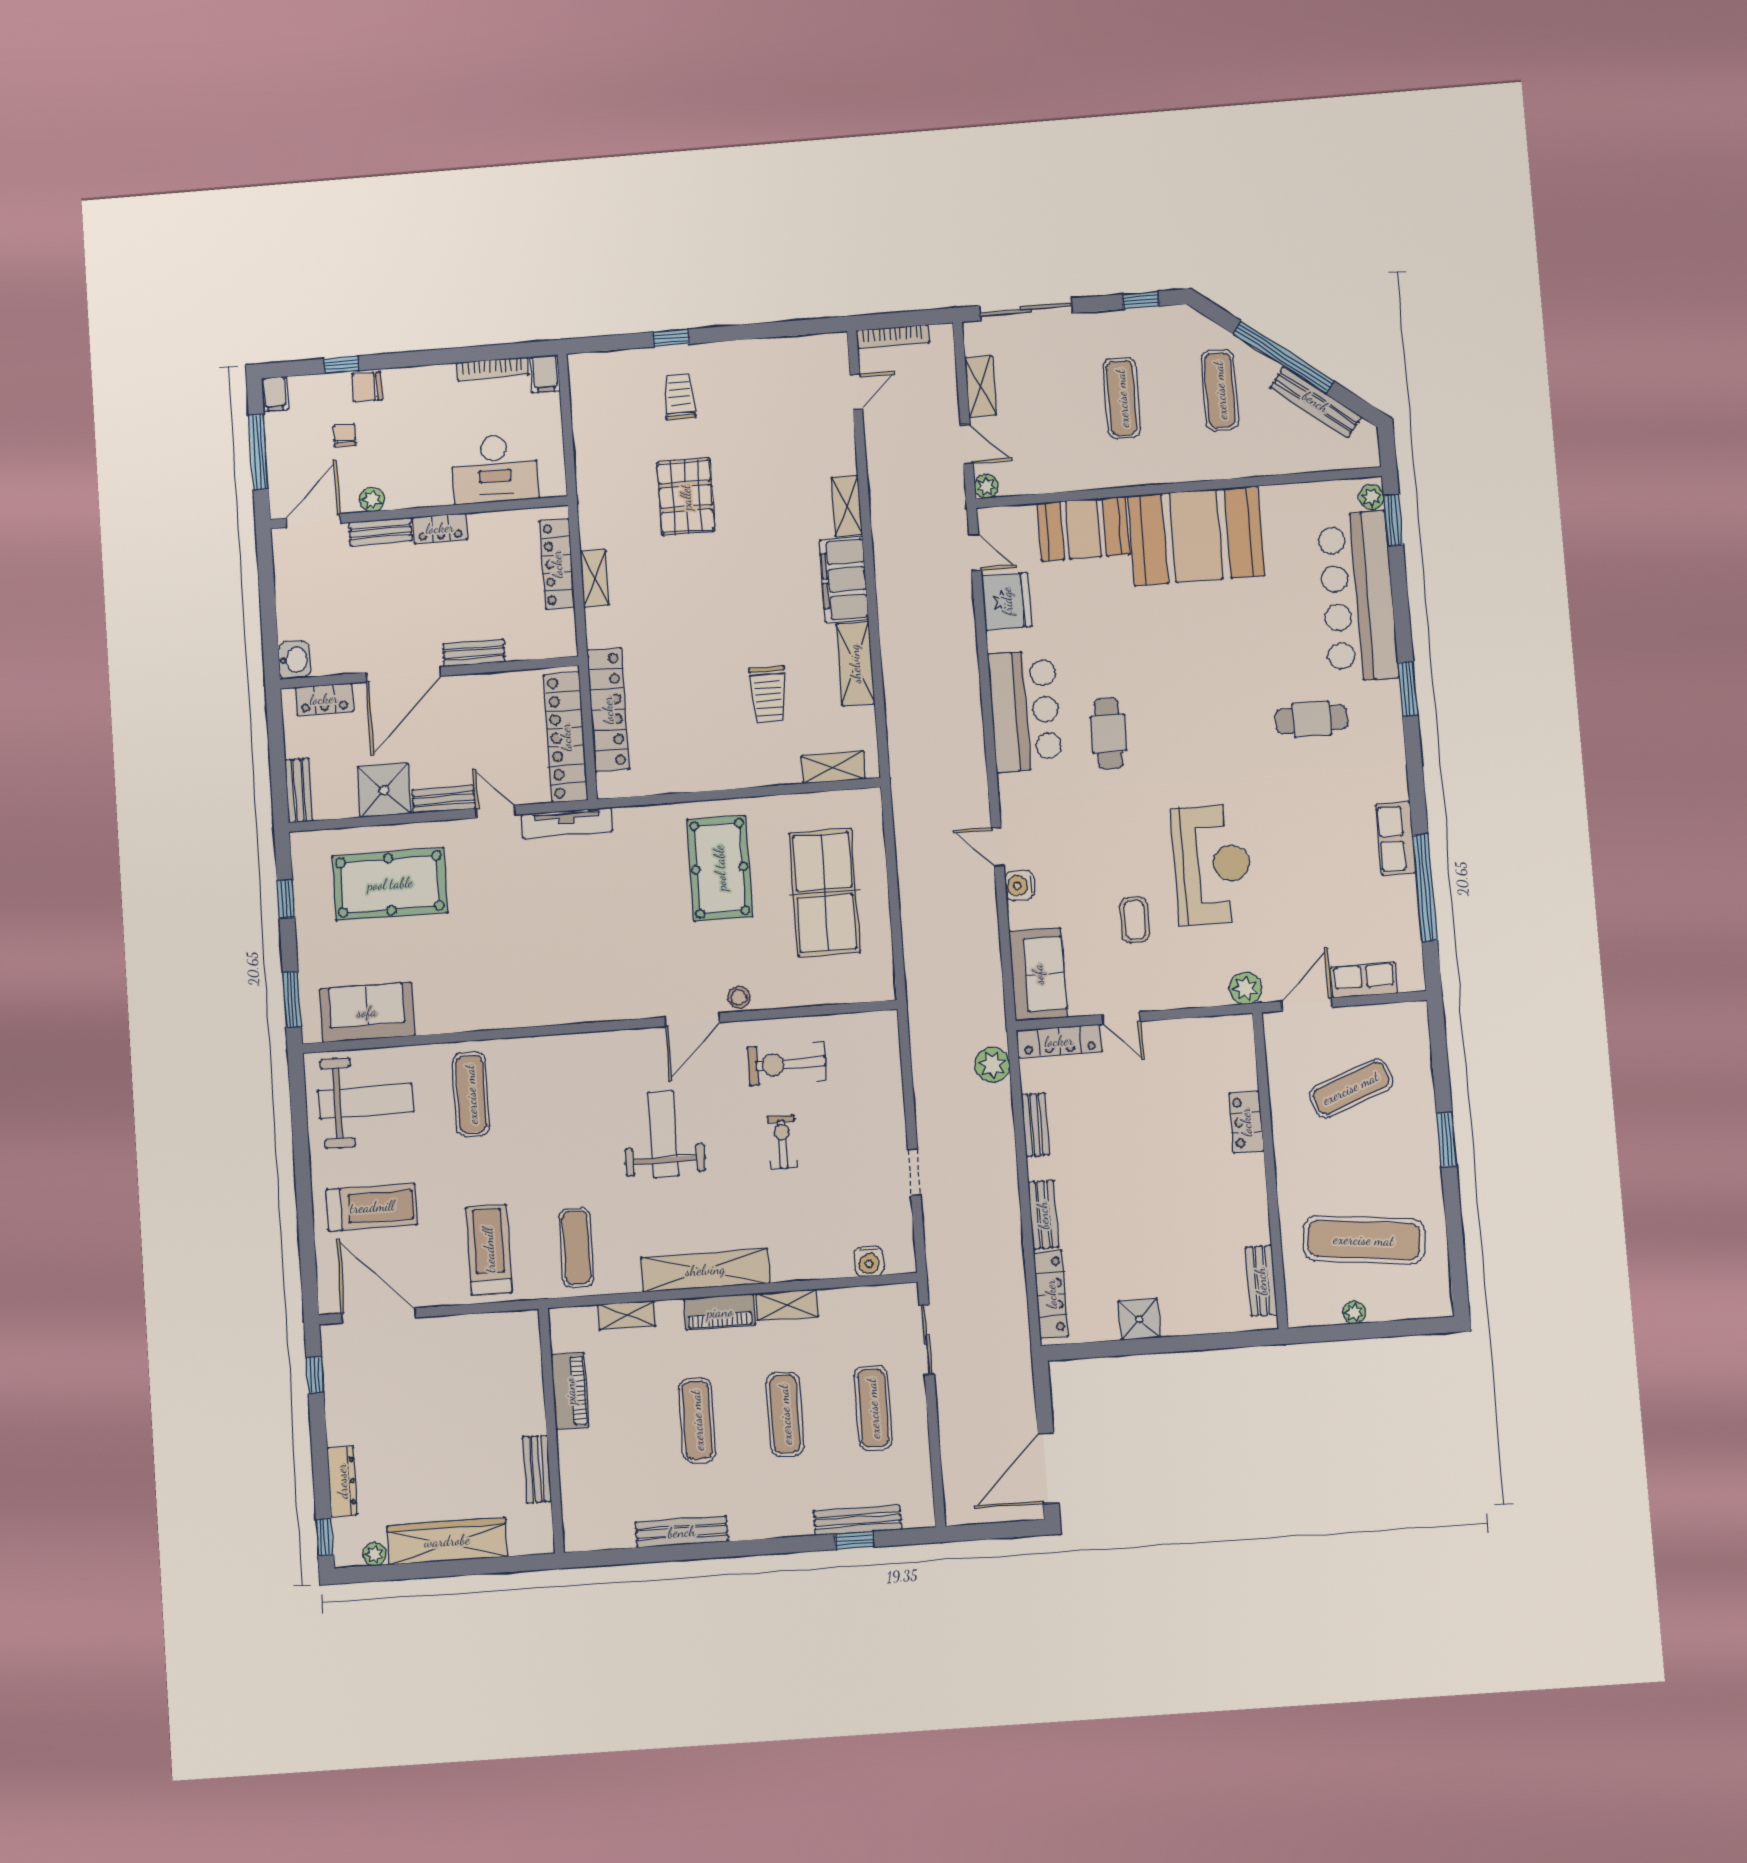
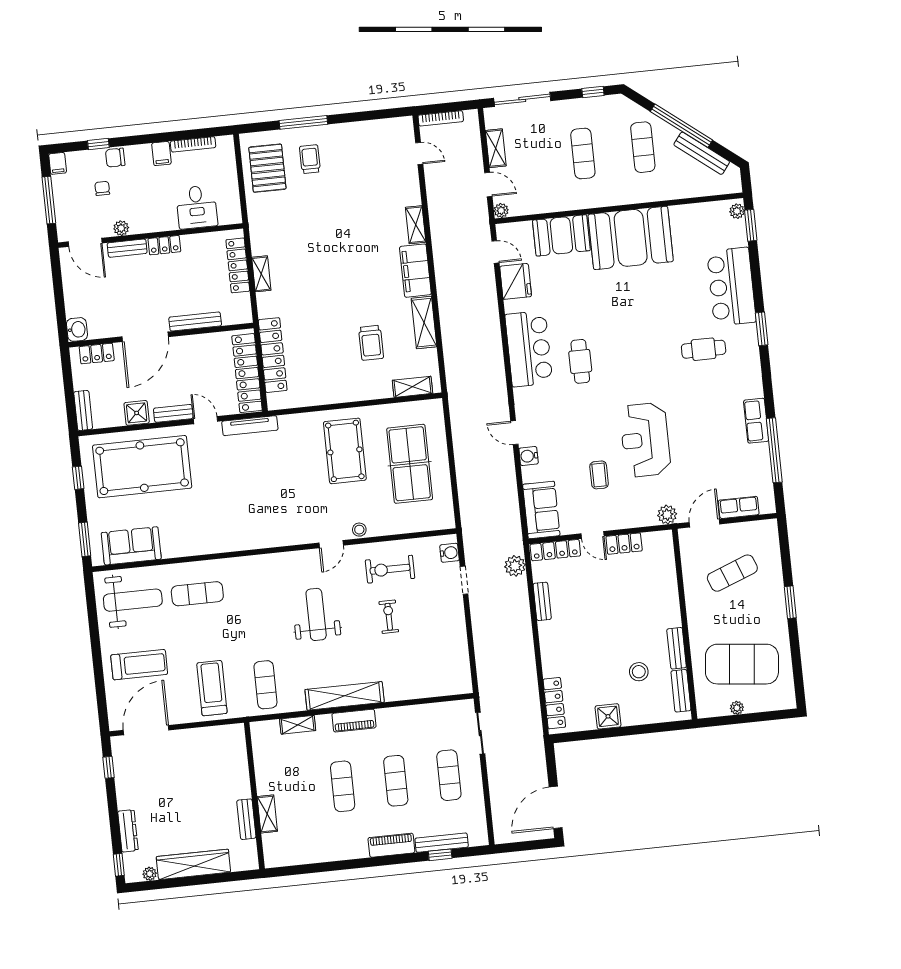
window: (671, 338) -> (303, 122), width x2.17
filing cabinet: (545, 374) -> (161, 154), moved
door: (856, 392) -> (419, 153), hinge flipped
desk: (495, 469) -> (197, 207), width x0.73
pallet: (686, 497) -> (267, 168), moved
door: (313, 521) -> (85, 242), swing flipped
bar counter: (1358, 597) -> (731, 287), width x0.73
bench: (474, 653) -> (195, 321), width x1.36
shower: (384, 790) -> (137, 413), width x0.73, depth x0.73
reception desk: (1212, 865) -> (645, 440), turned 180
pool table: (390, 884) -> (142, 467), width x1.36, depth x1.32
door: (692, 1020) -> (331, 544), width x0.73
exercise mat: (471, 1094) -> (197, 594), turned 90
locker: (1246, 1122) -> (624, 544), moved, turned -90
doorway: (914, 1172) -> (464, 580), moved
bench: (1043, 1215) -> (677, 648), moved
exercise mat: (1364, 1240) -> (742, 664), width x1.47
stool: (1192, 1247) -> (639, 672), added
water cooler: (869, 1261) -> (449, 553), moved, turned -90
shelving: (787, 1305) -> (267, 814), moved, turned 90
door: (379, 1316) -> (146, 730), hinge flipped
piano: (570, 1391) -> (391, 845), moved, turned -90
bench: (682, 1532) -> (336, 853), removed

